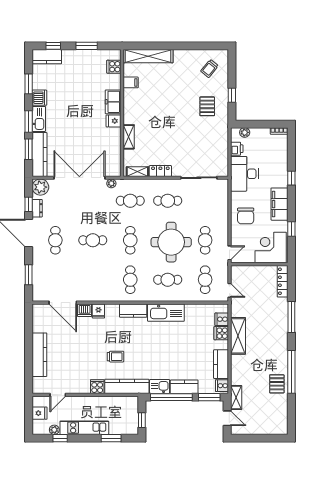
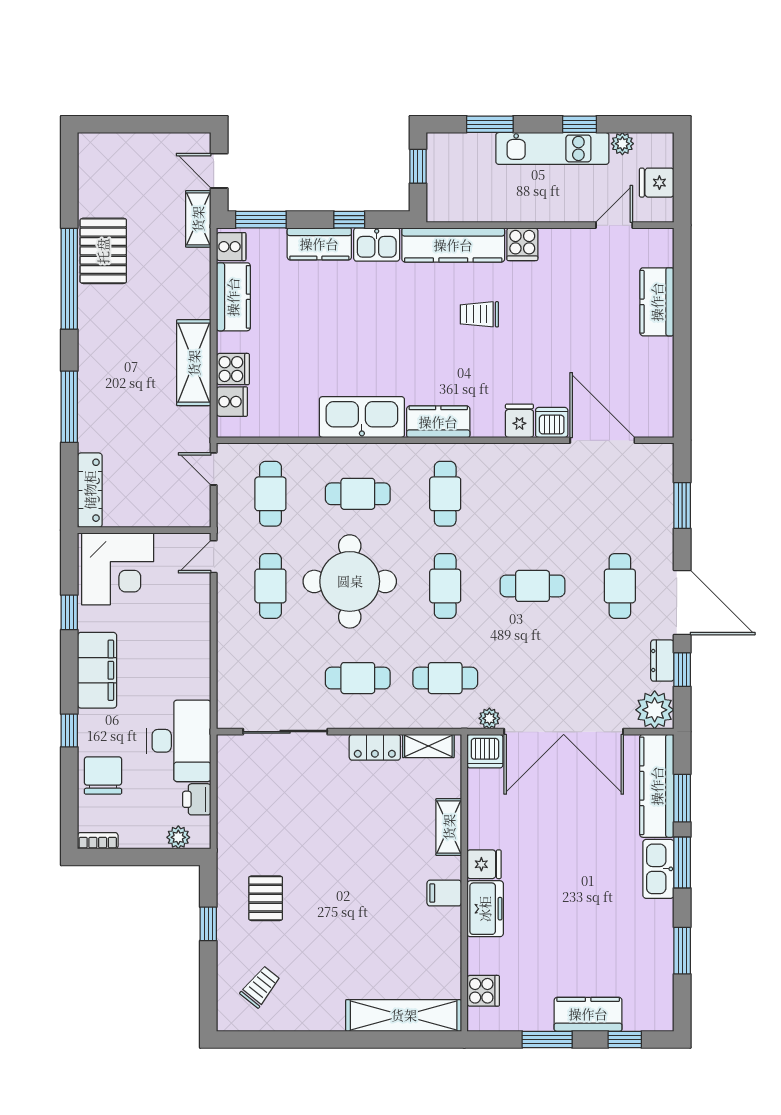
kitchen counter: (47, 57) -> (588, 1014), moved
filing cabinet: (131, 82) -> (444, 893), moved
dishwasher: (39, 98) -> (485, 751), moved, turned -90
chair: (246, 216) -> (103, 776), moved
kitchen counter: (39, 355) -> (657, 302), width x0.67
pallet: (277, 384) -> (103, 251), width x1.50, depth x1.42
window: (171, 397) -> (349, 220), width x0.32
window: (60, 438) -> (580, 124), moved

